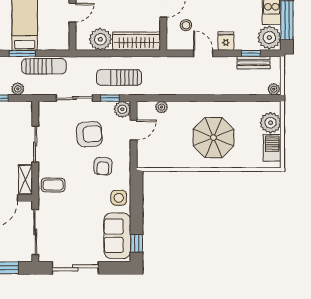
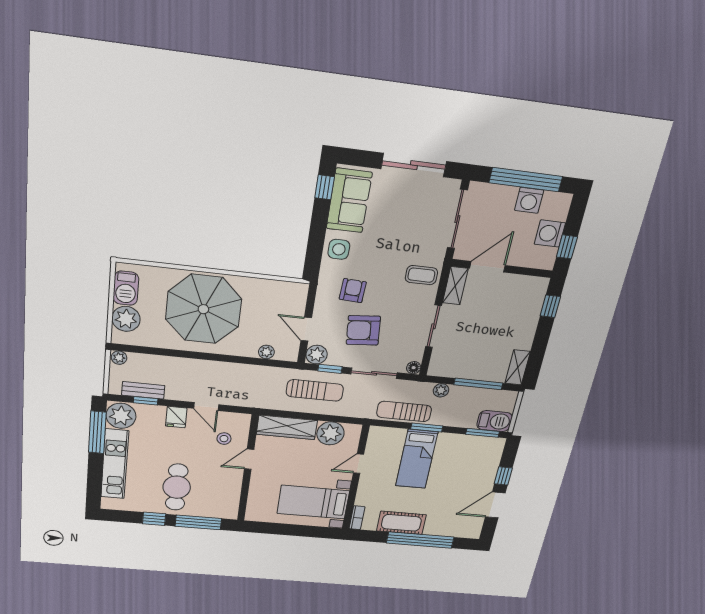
floor lamp: (44, 107) -> (414, 368), added
door: (134, 130) -> (306, 329), hinge flipped
parasol: (213, 138) -> (203, 309), width x1.36, depth x1.36

